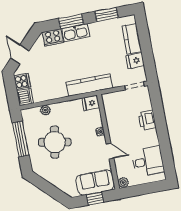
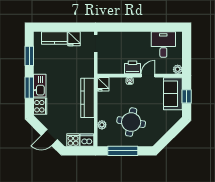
kitchen counter: (89, 85) -> (87, 98), moved
printer: (147, 120) -> (132, 67), moved, turned 180

